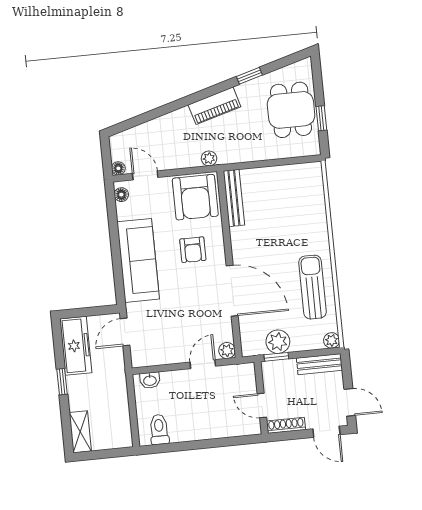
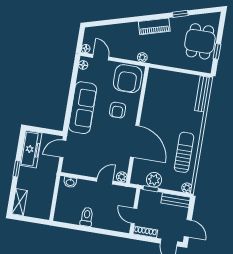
bench: (234, 198) -> (202, 94), moved
toilet: (159, 429) -> (87, 217), moved

